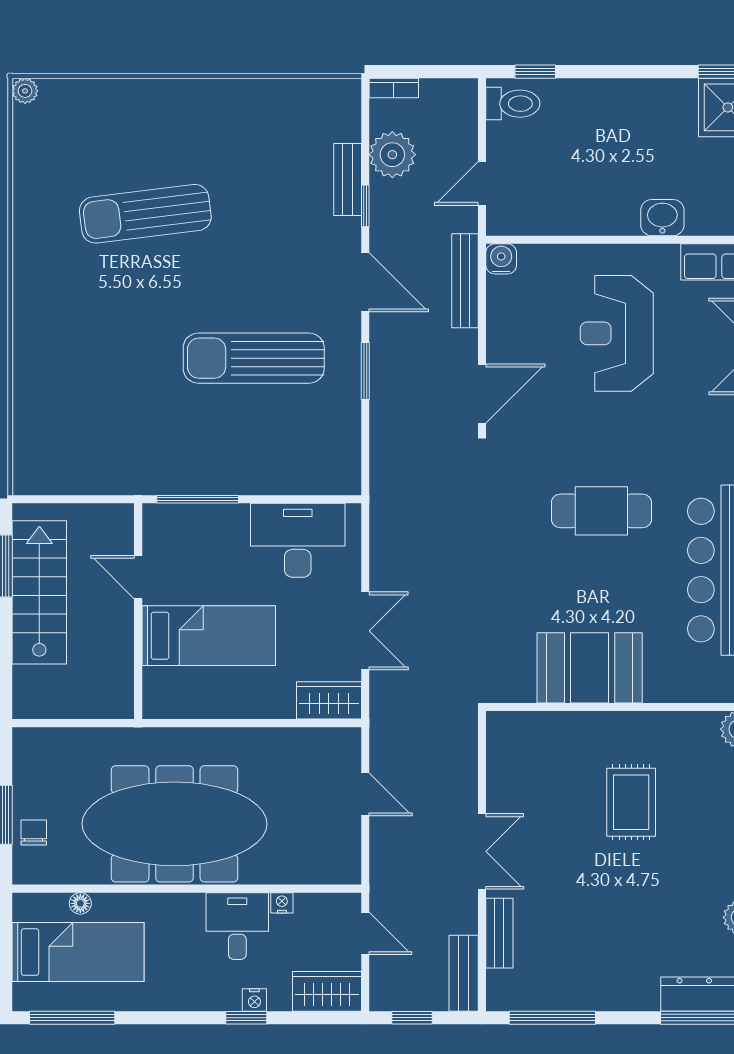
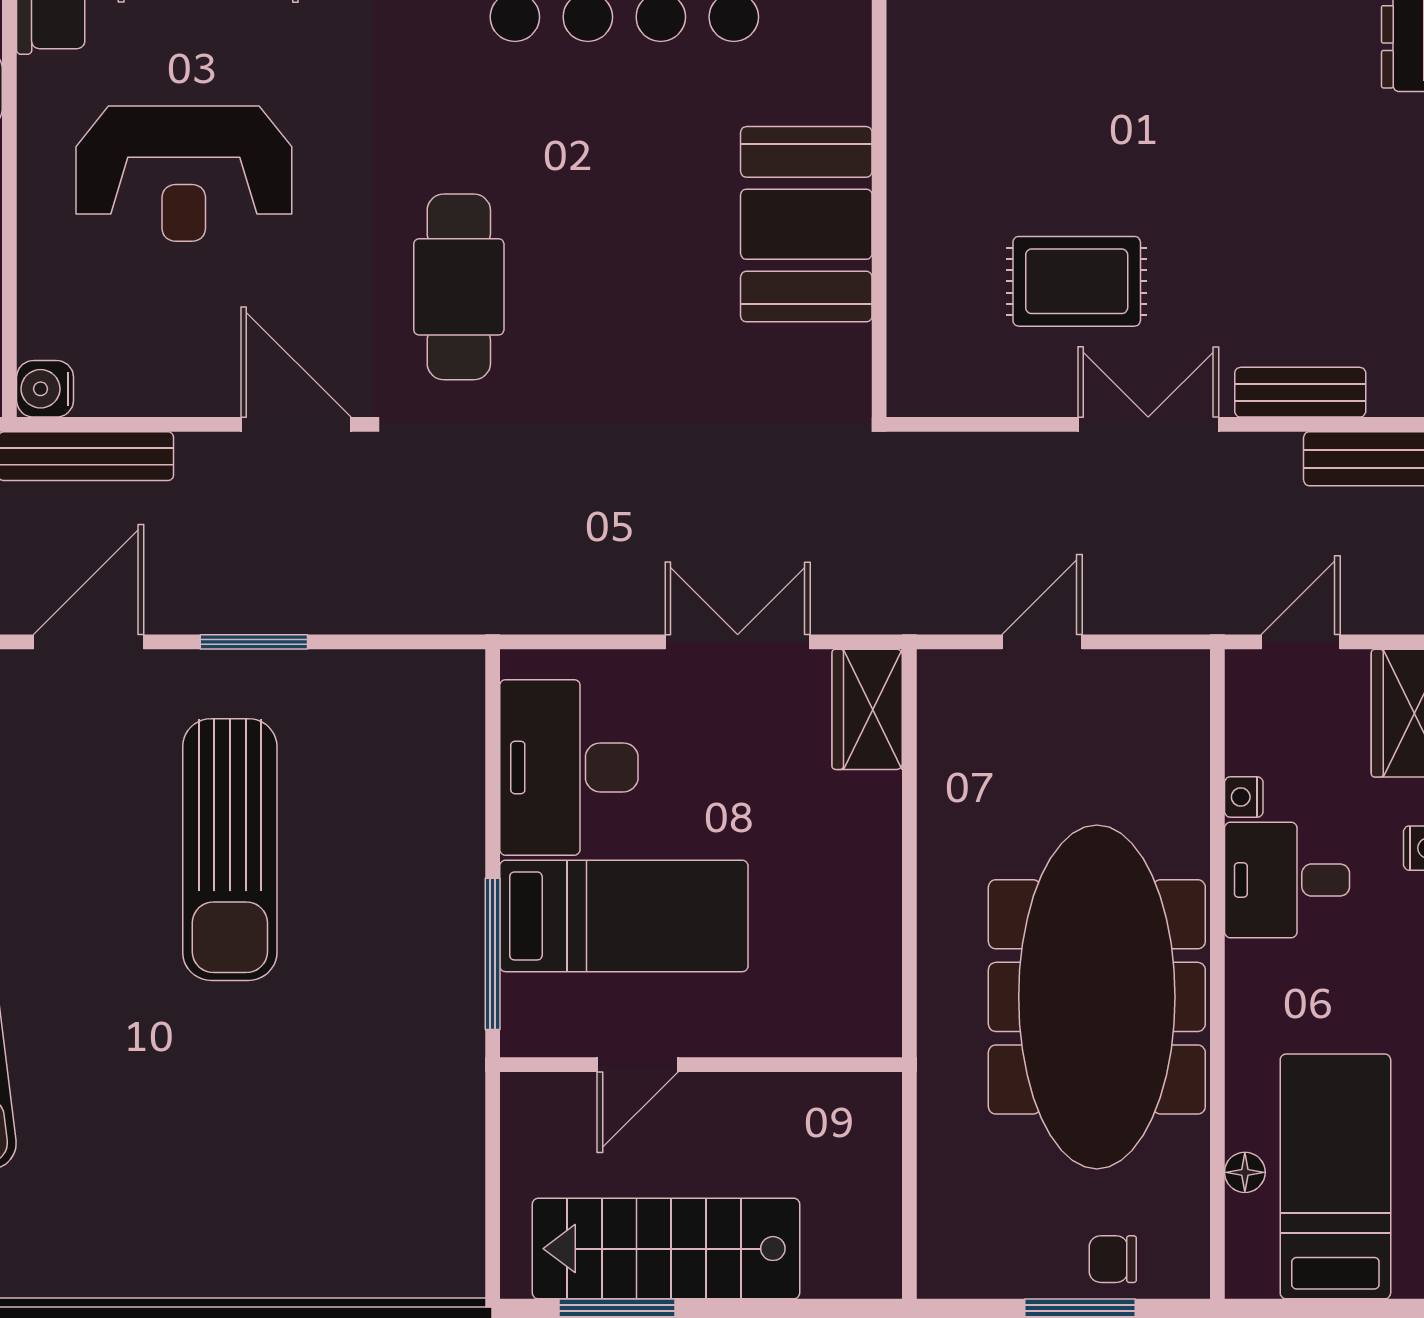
cafe table: (601, 511) -> (459, 287), moved
bed: (209, 636) -> (624, 916), moved, turned 90
rug: (631, 802) -> (1077, 281), moved

